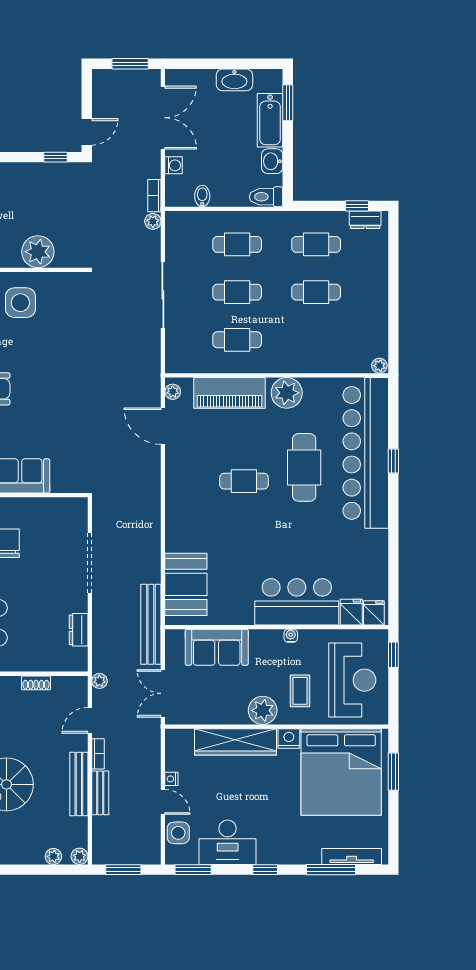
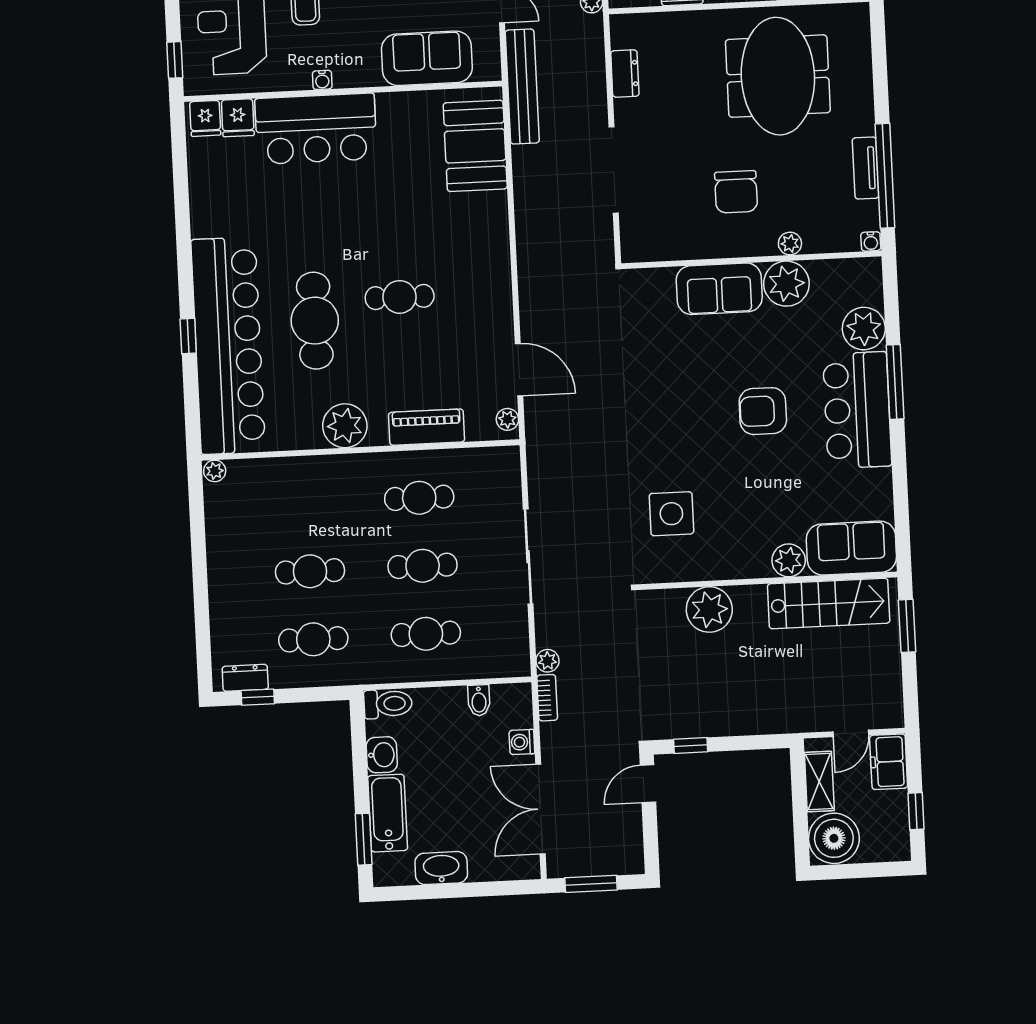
side table: (20, 303) -> (671, 514), moved
piano: (230, 393) -> (427, 427), width x0.73, depth x0.75

